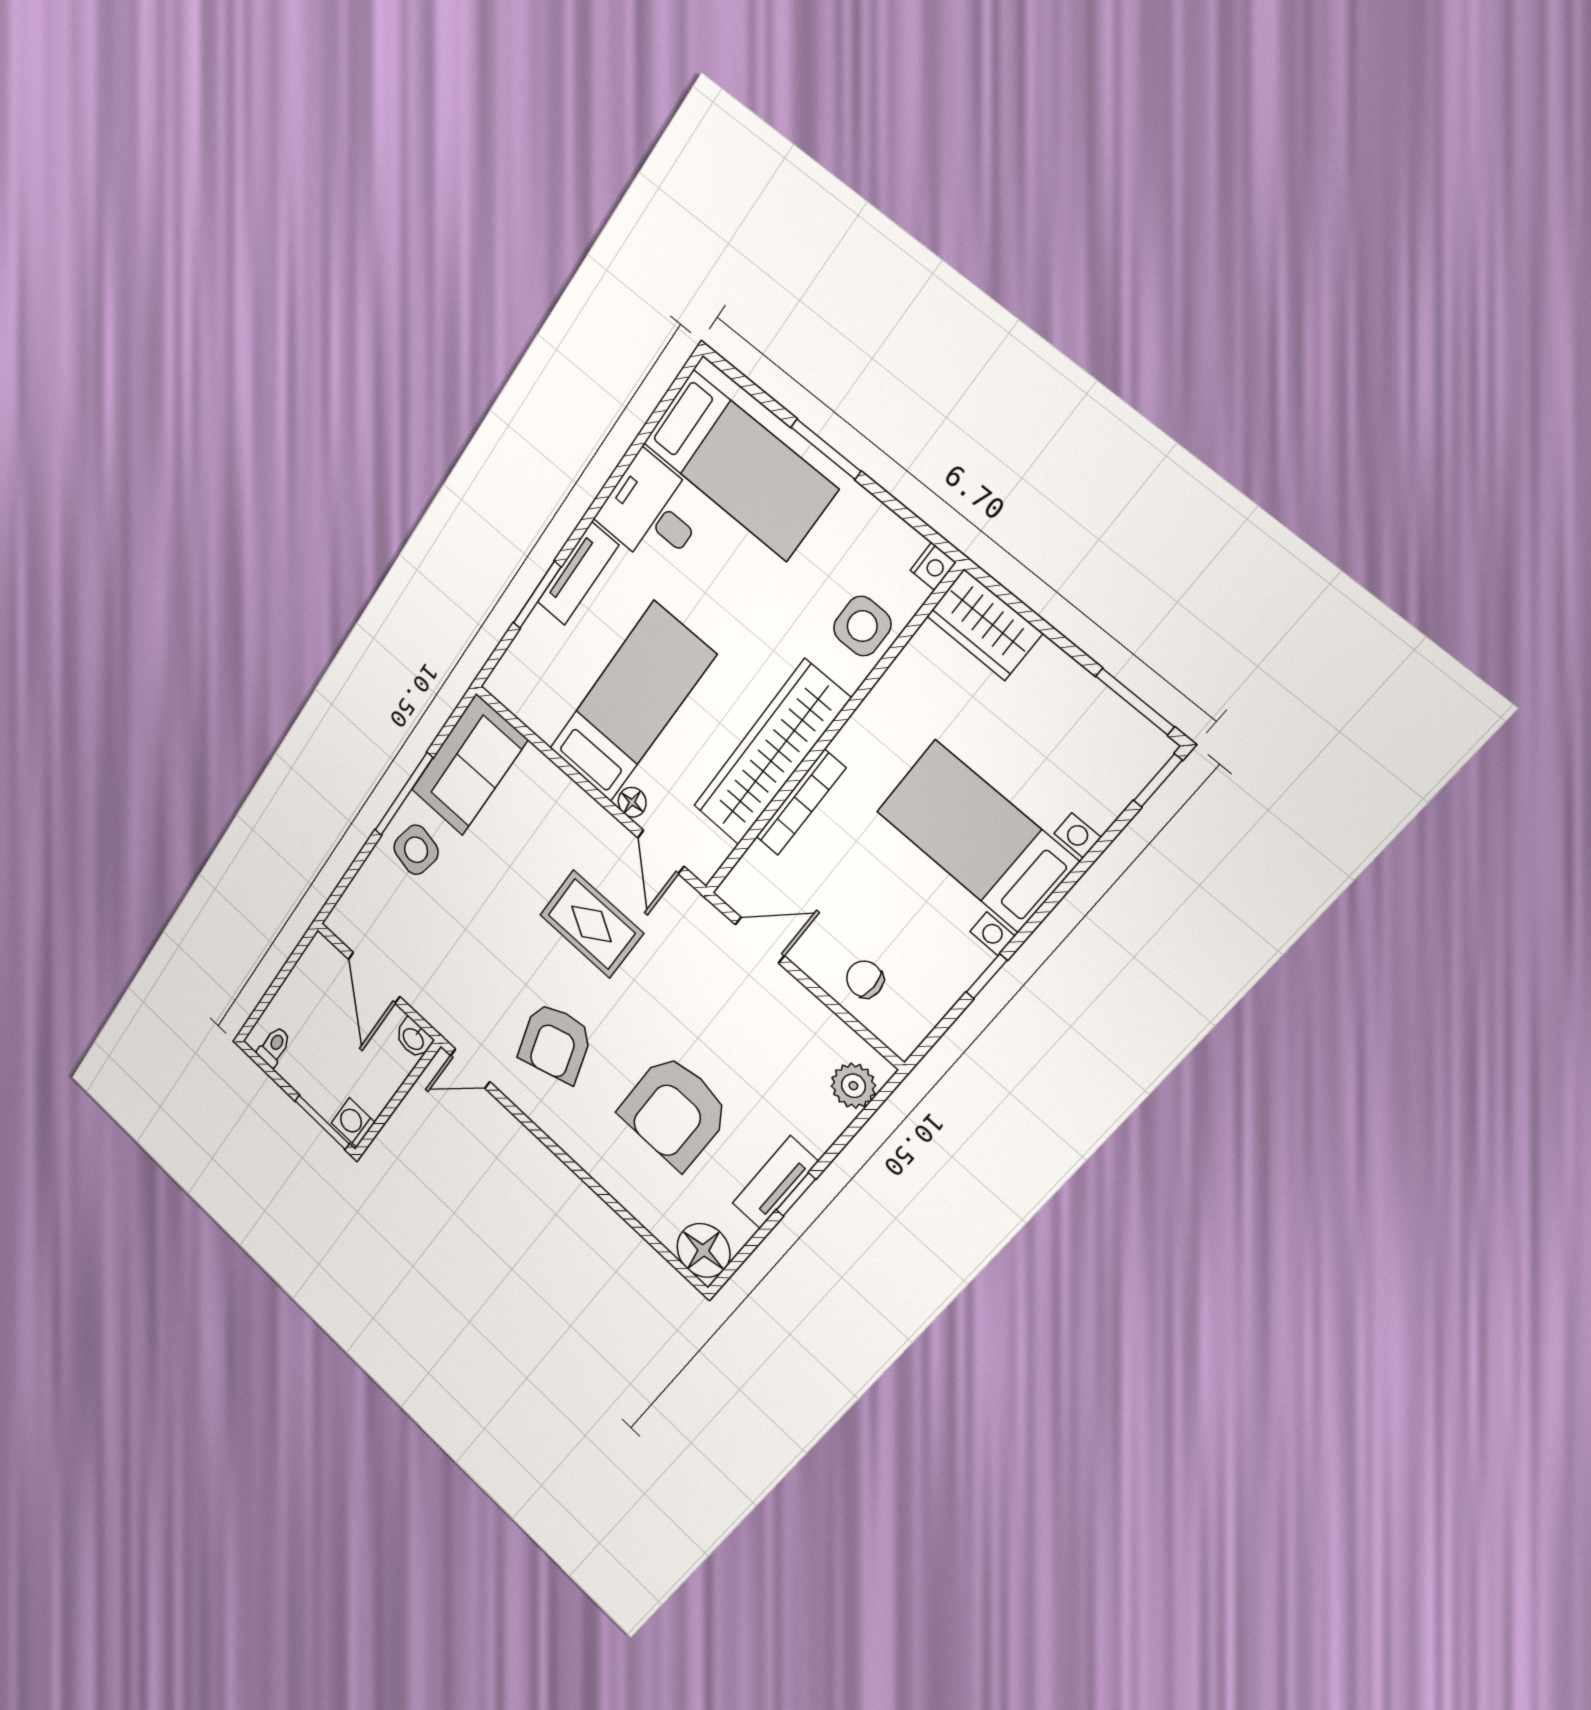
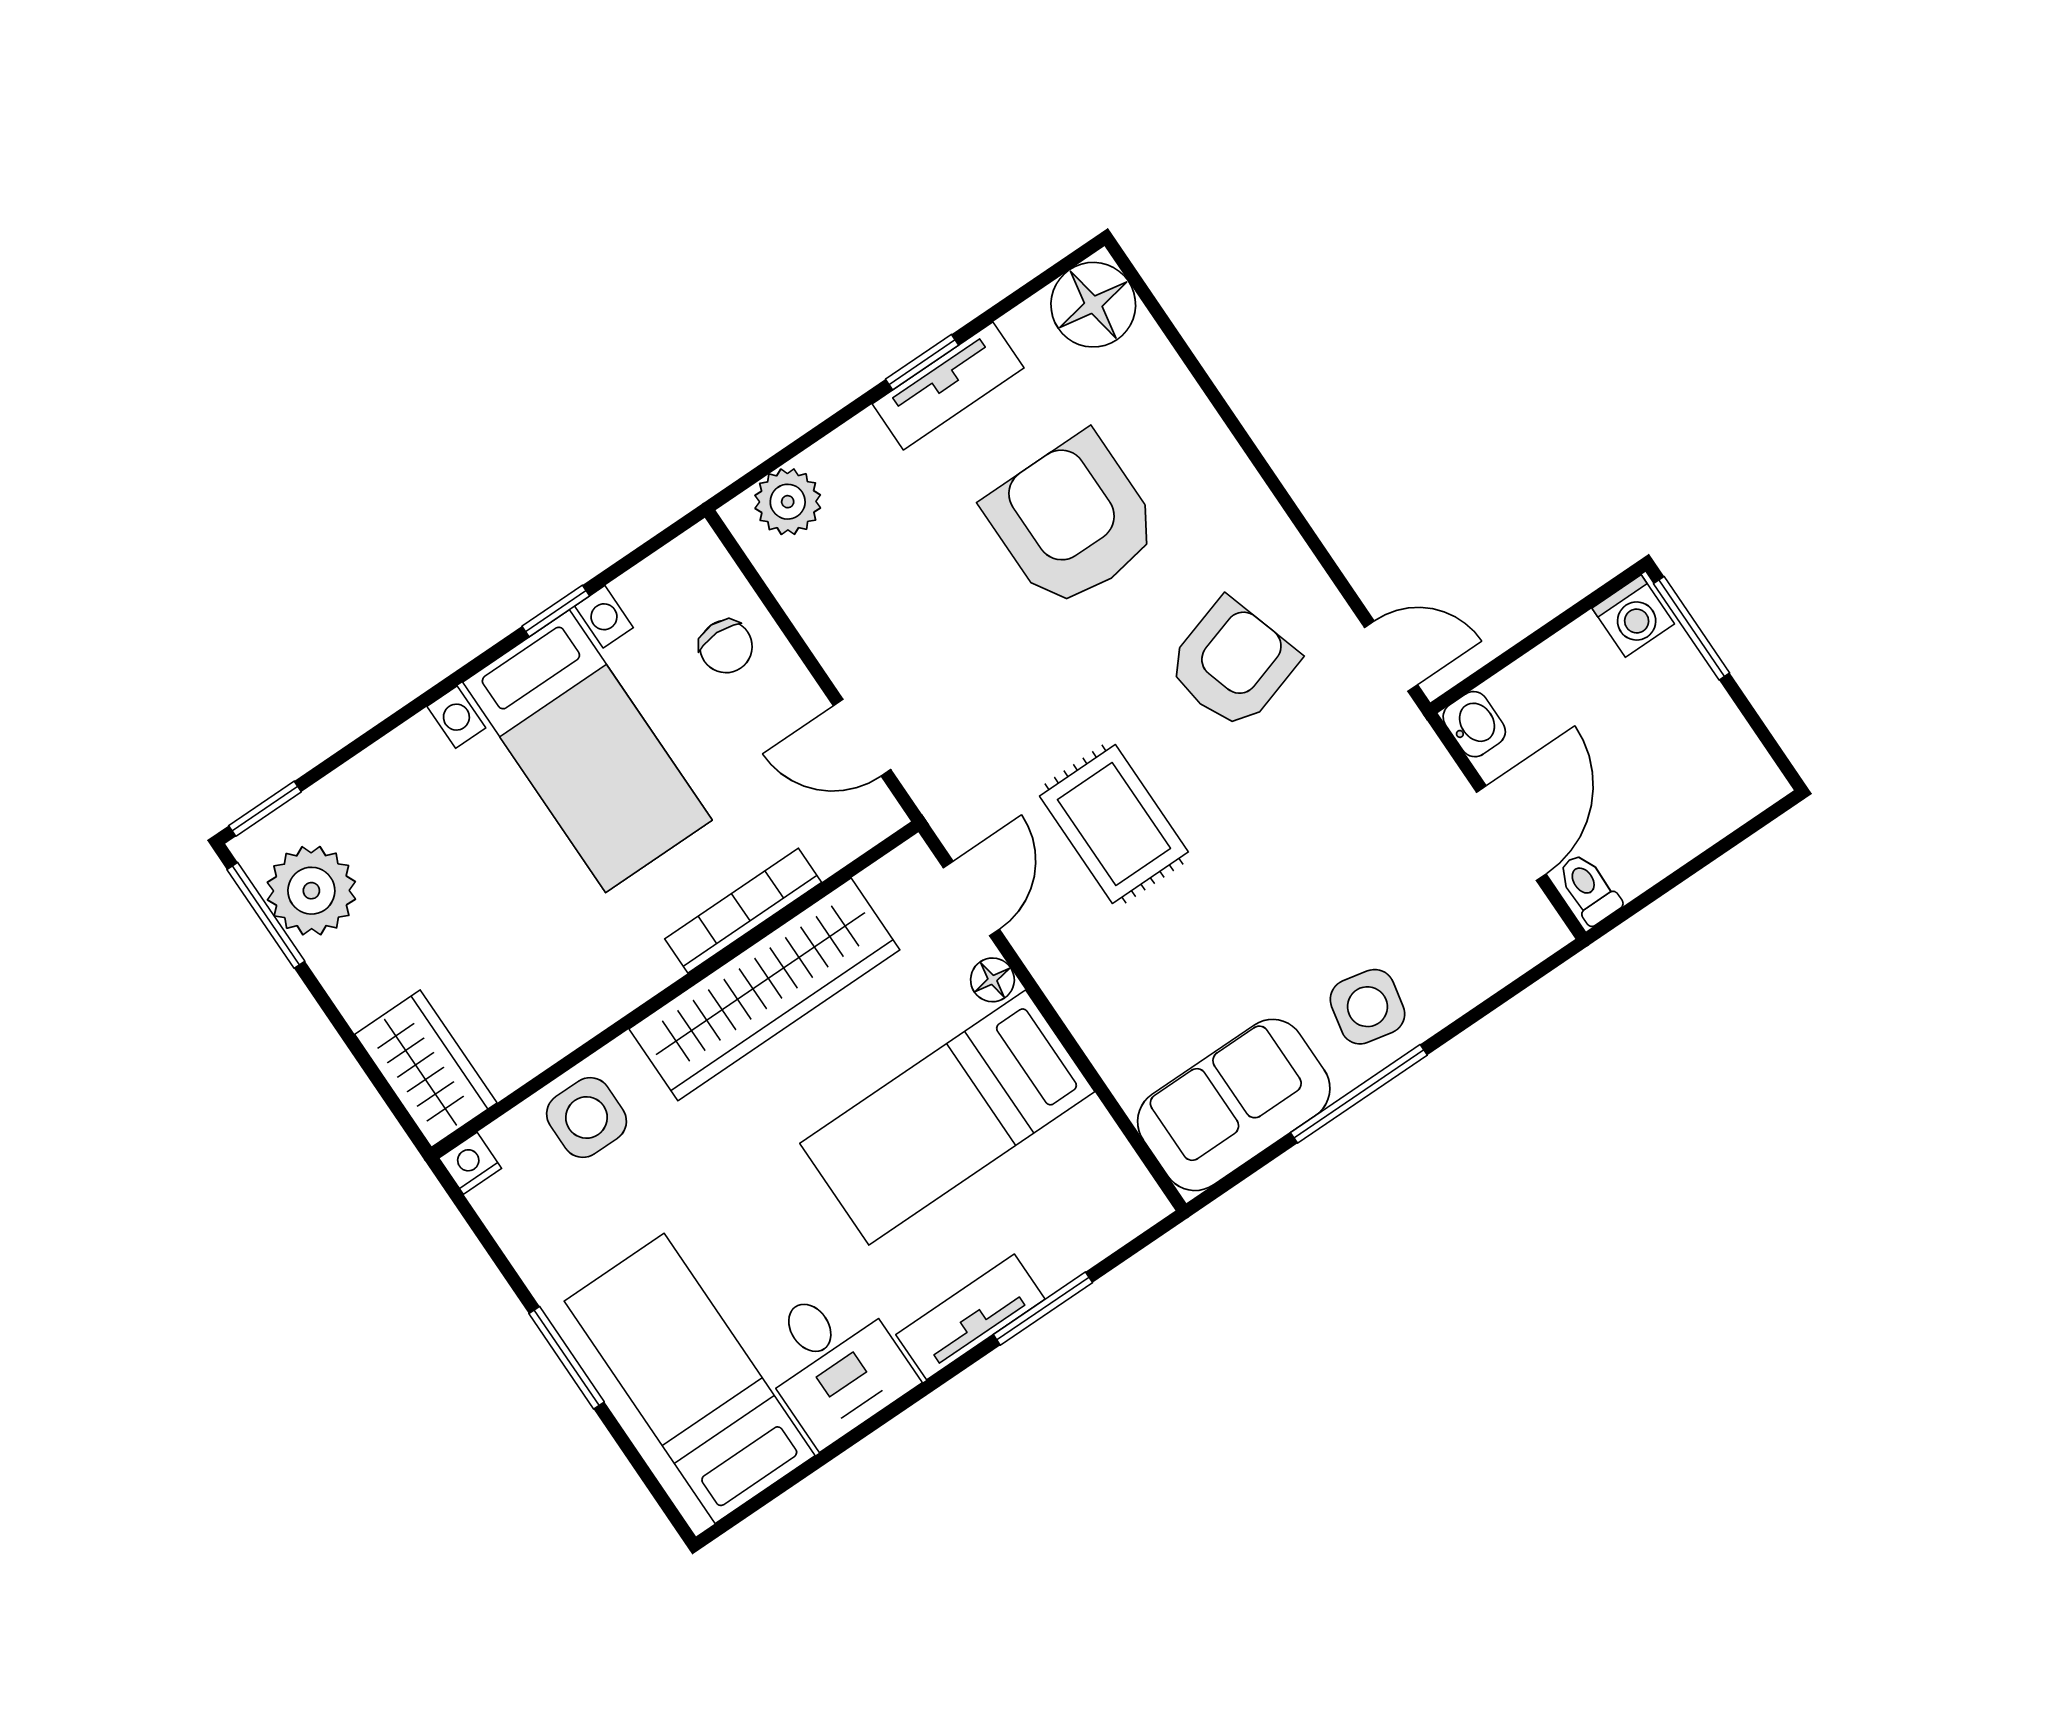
plant: (1106, 730) -> (311, 891), added
bed with nightstands: (977, 836) -> (587, 751), moved
toilet: (274, 1046) -> (1589, 888), moved, turned 90
armchair: (674, 1111) -> (1072, 521), turned -90

